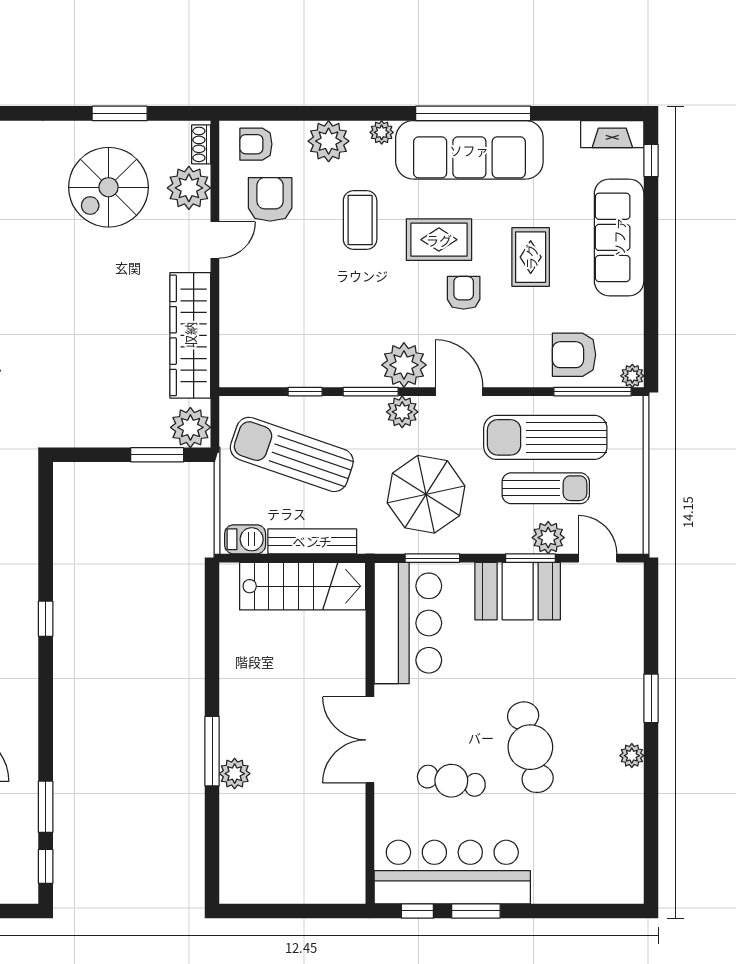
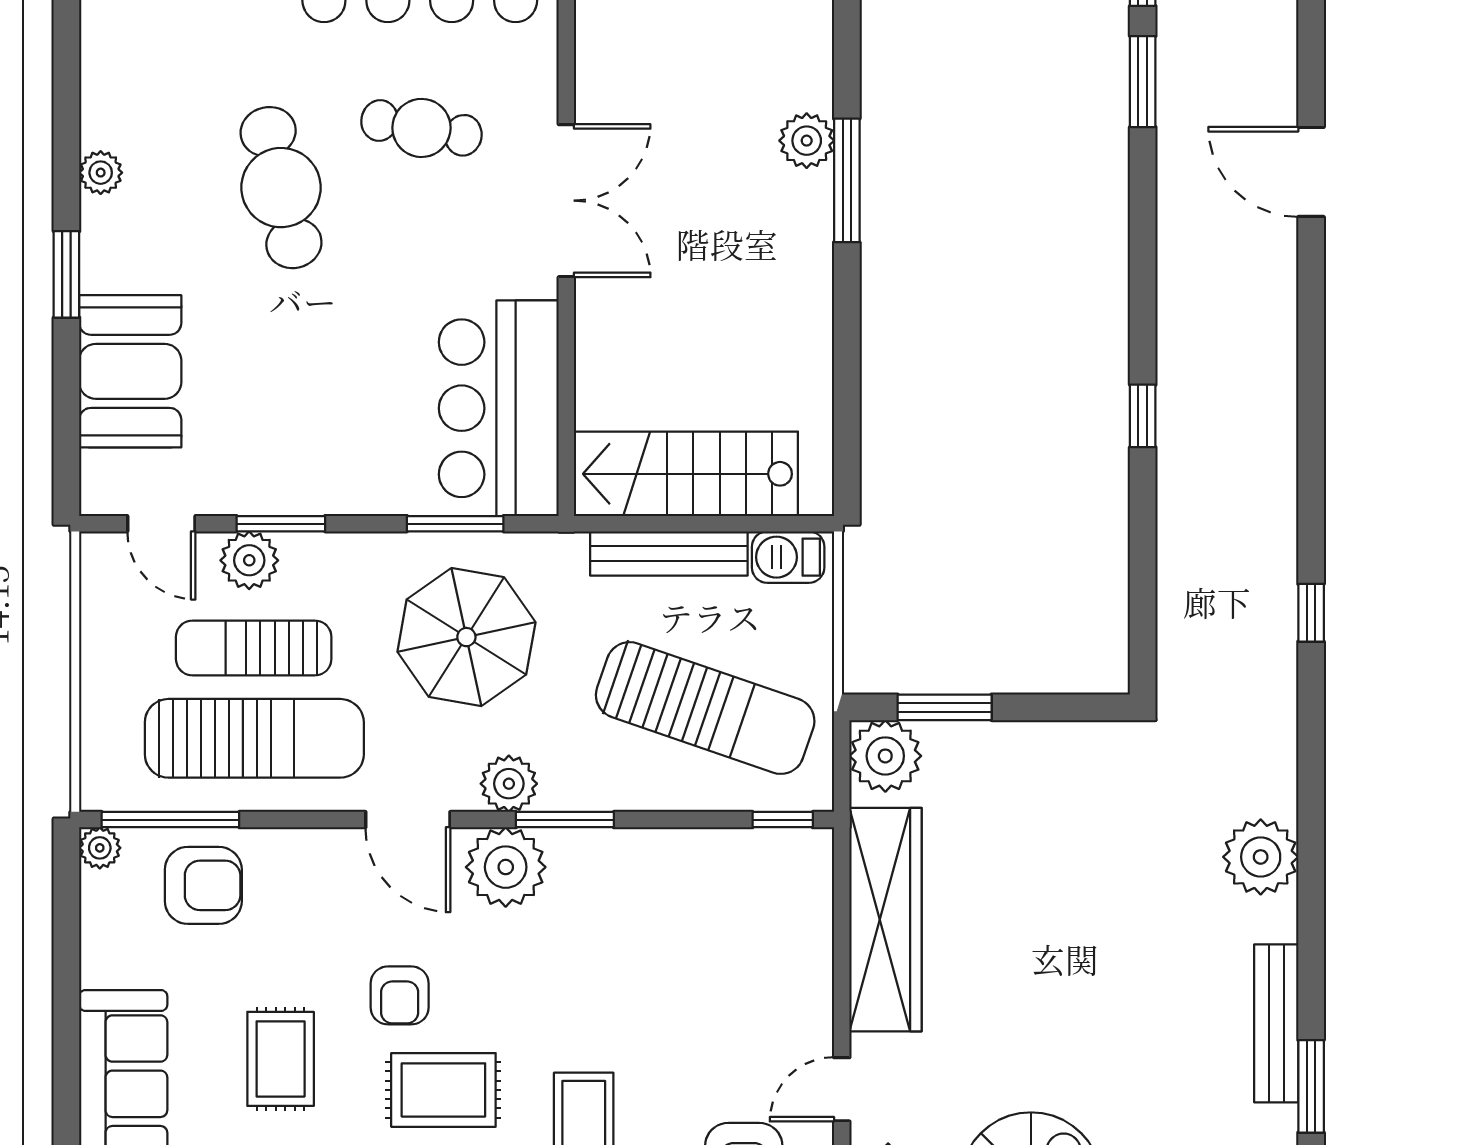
window: (305, 392) -> (783, 820), moved
booth: (518, 591) -> (130, 371), moved, turned 90

